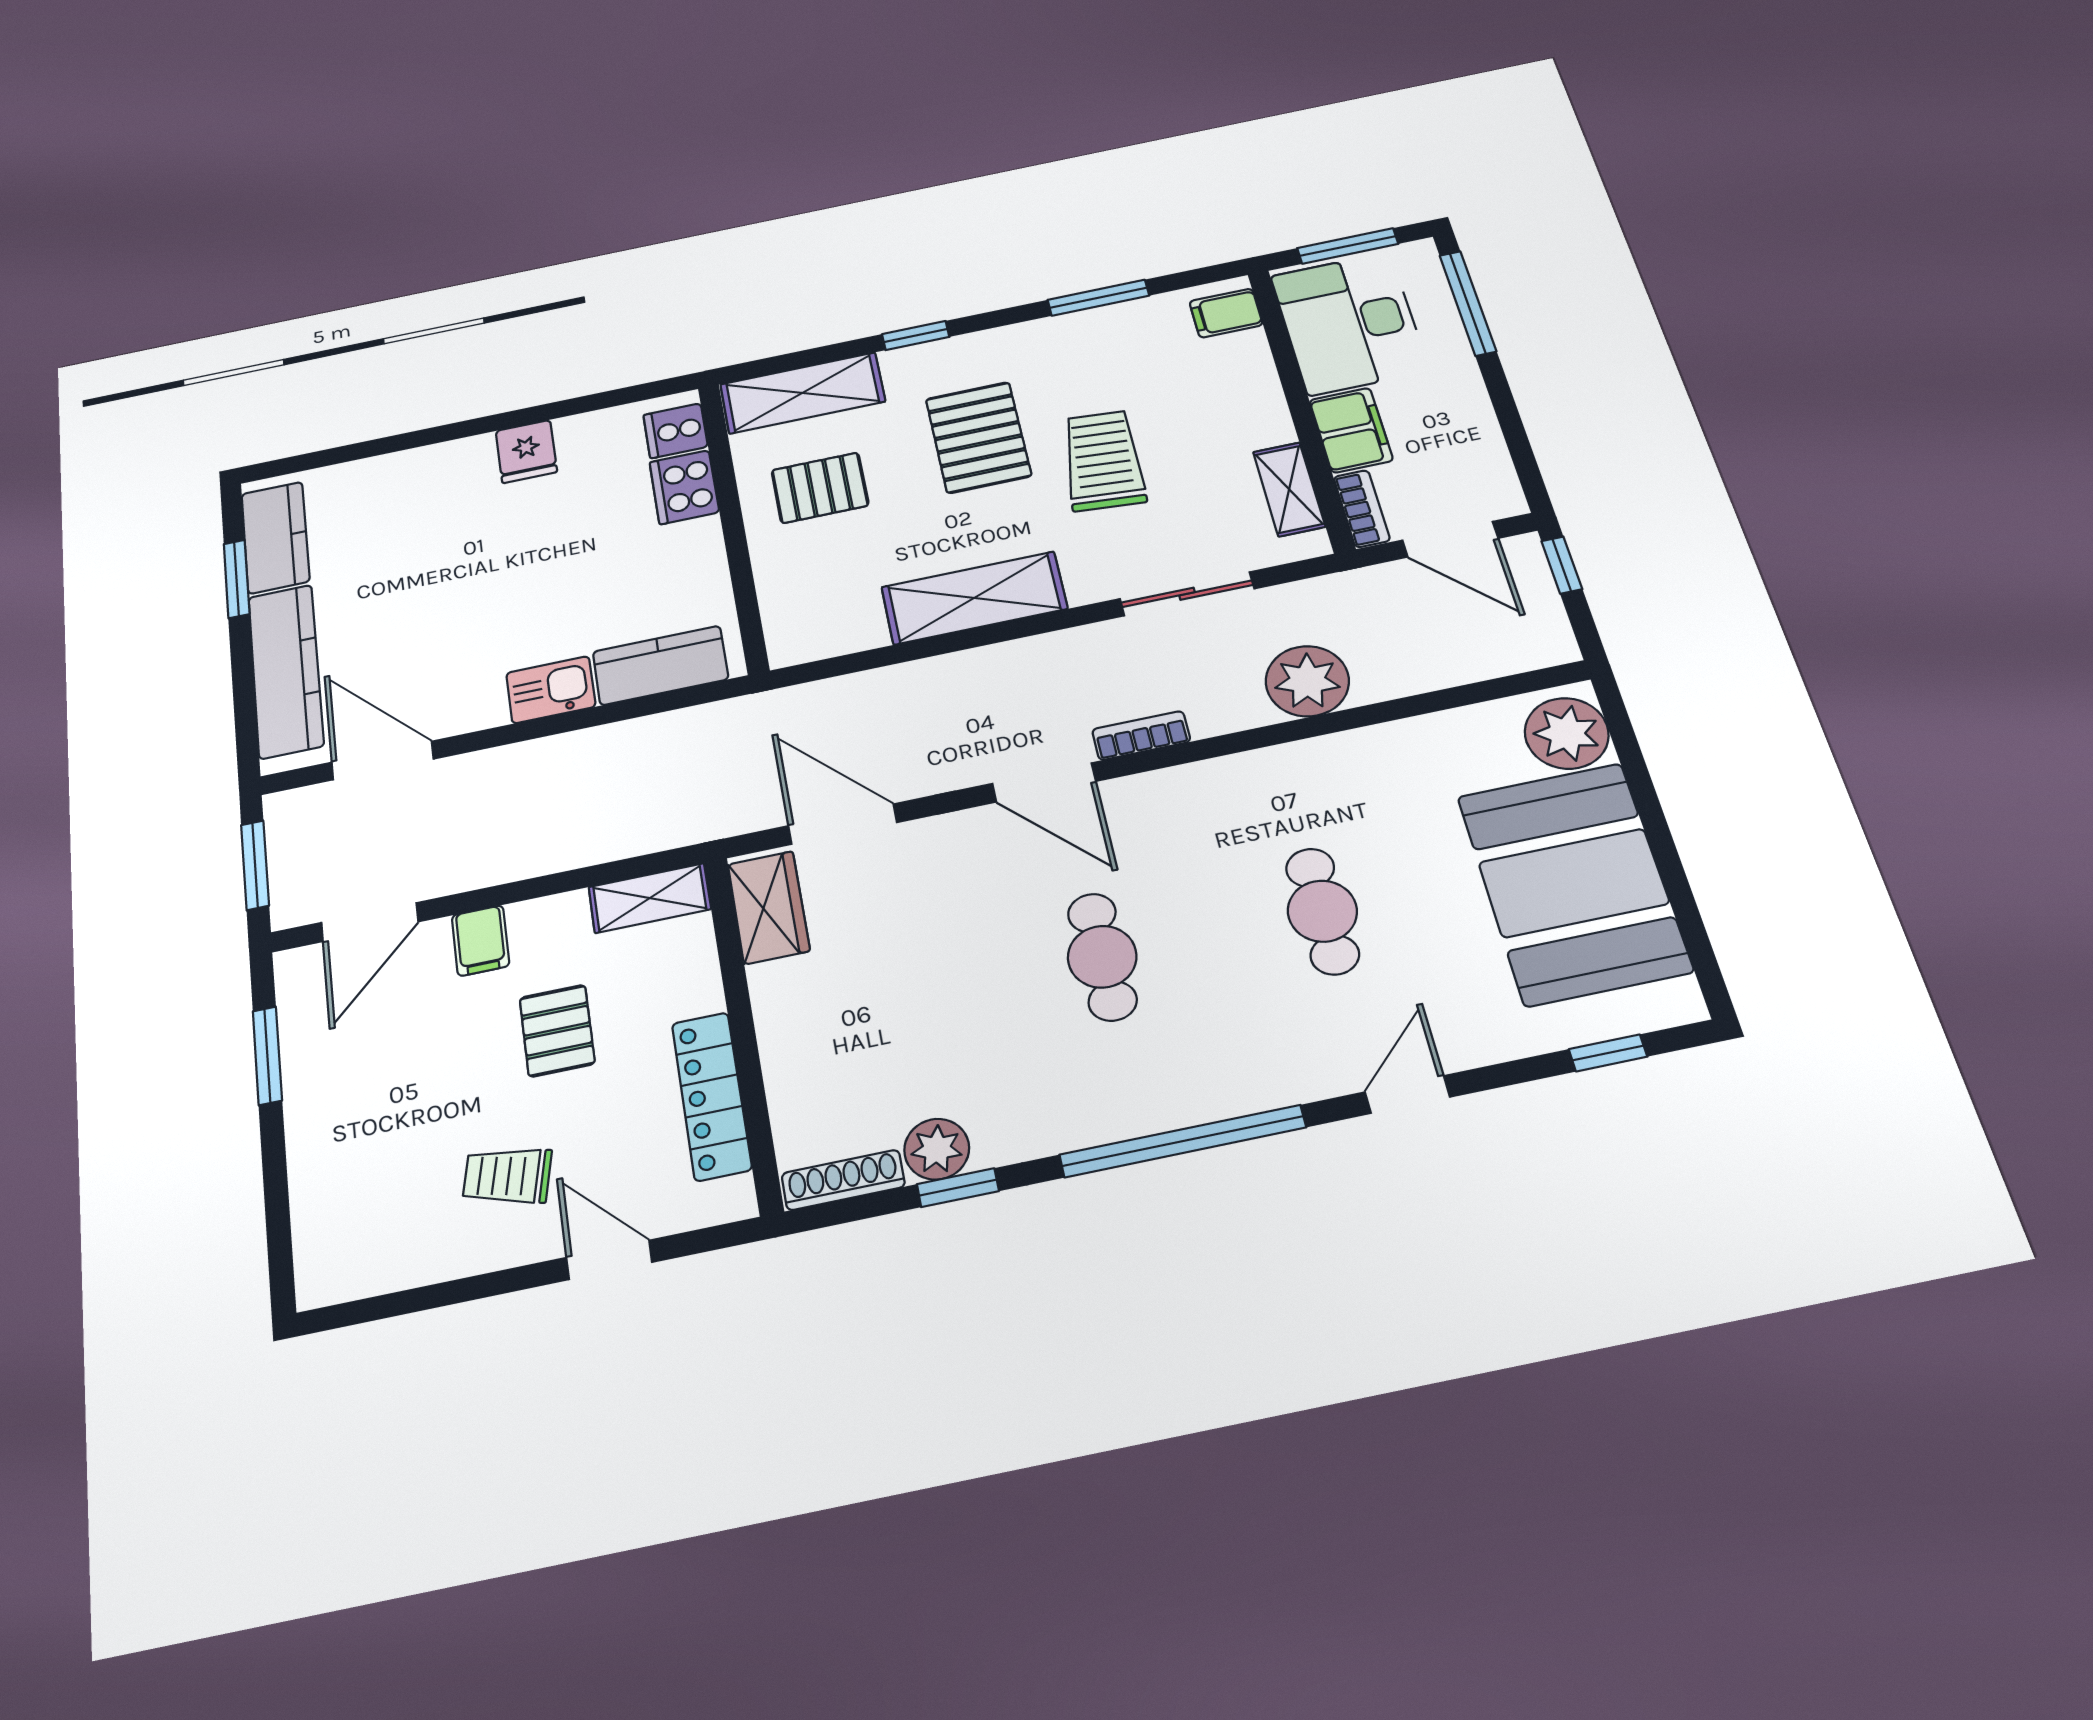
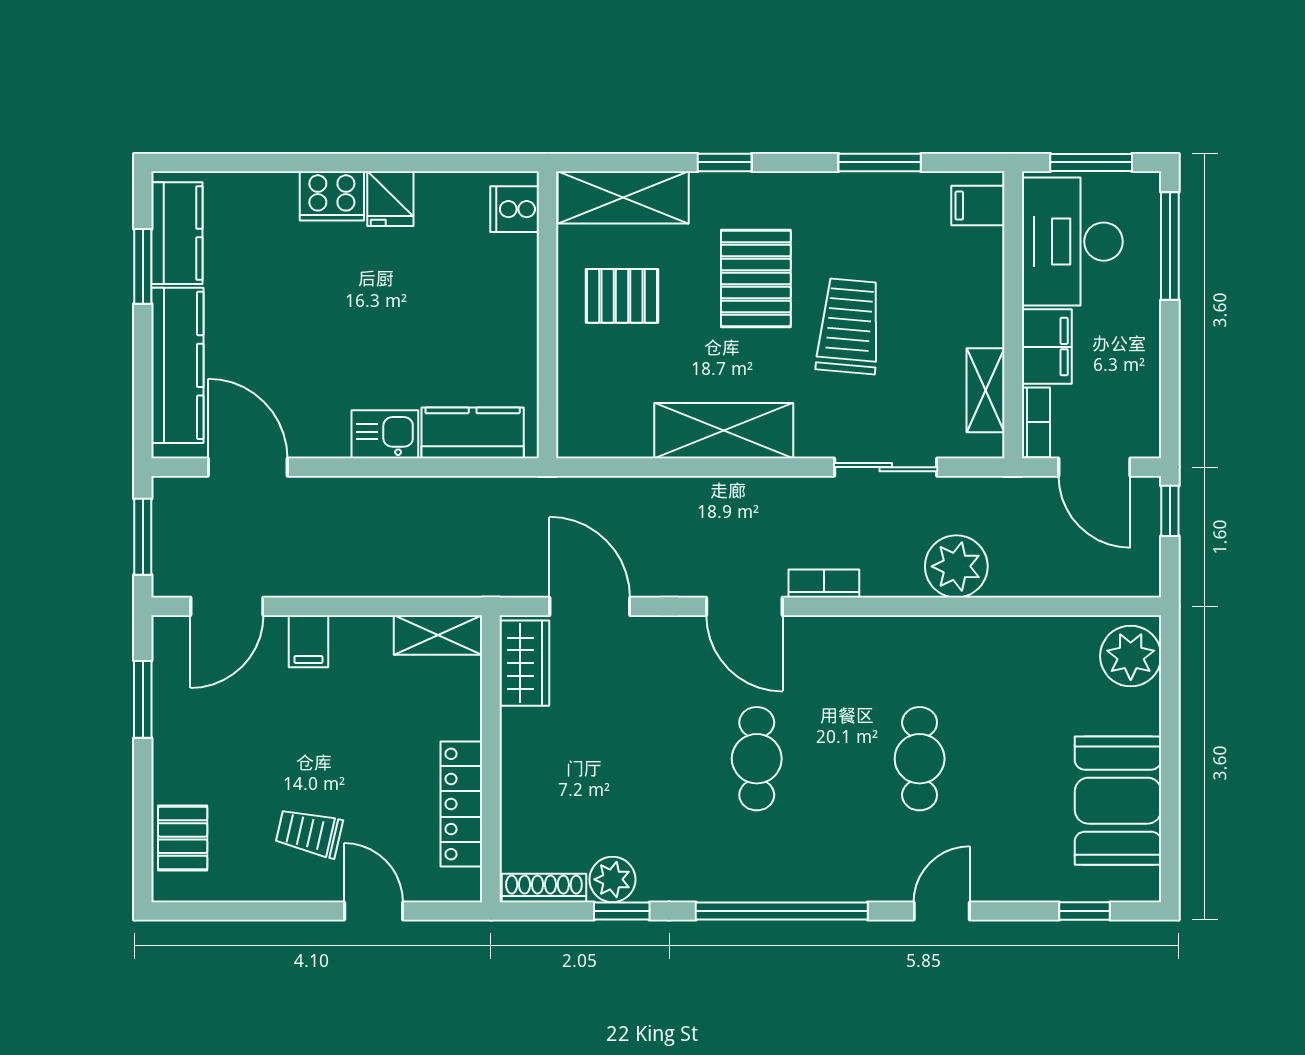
cooker: (684, 487) -> (332, 196), moved, turned -90
booth: (1574, 883) -> (1118, 801), width x0.73, depth x0.70
pallet: (557, 1031) -> (183, 838), moved

